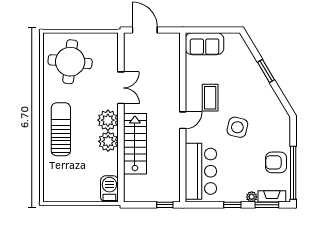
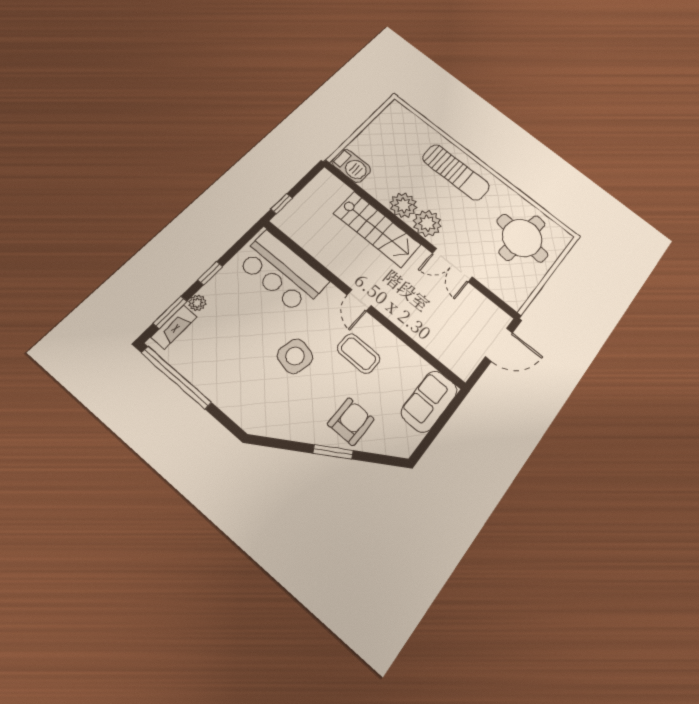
armchair: (276, 162) -> (351, 422), moved

